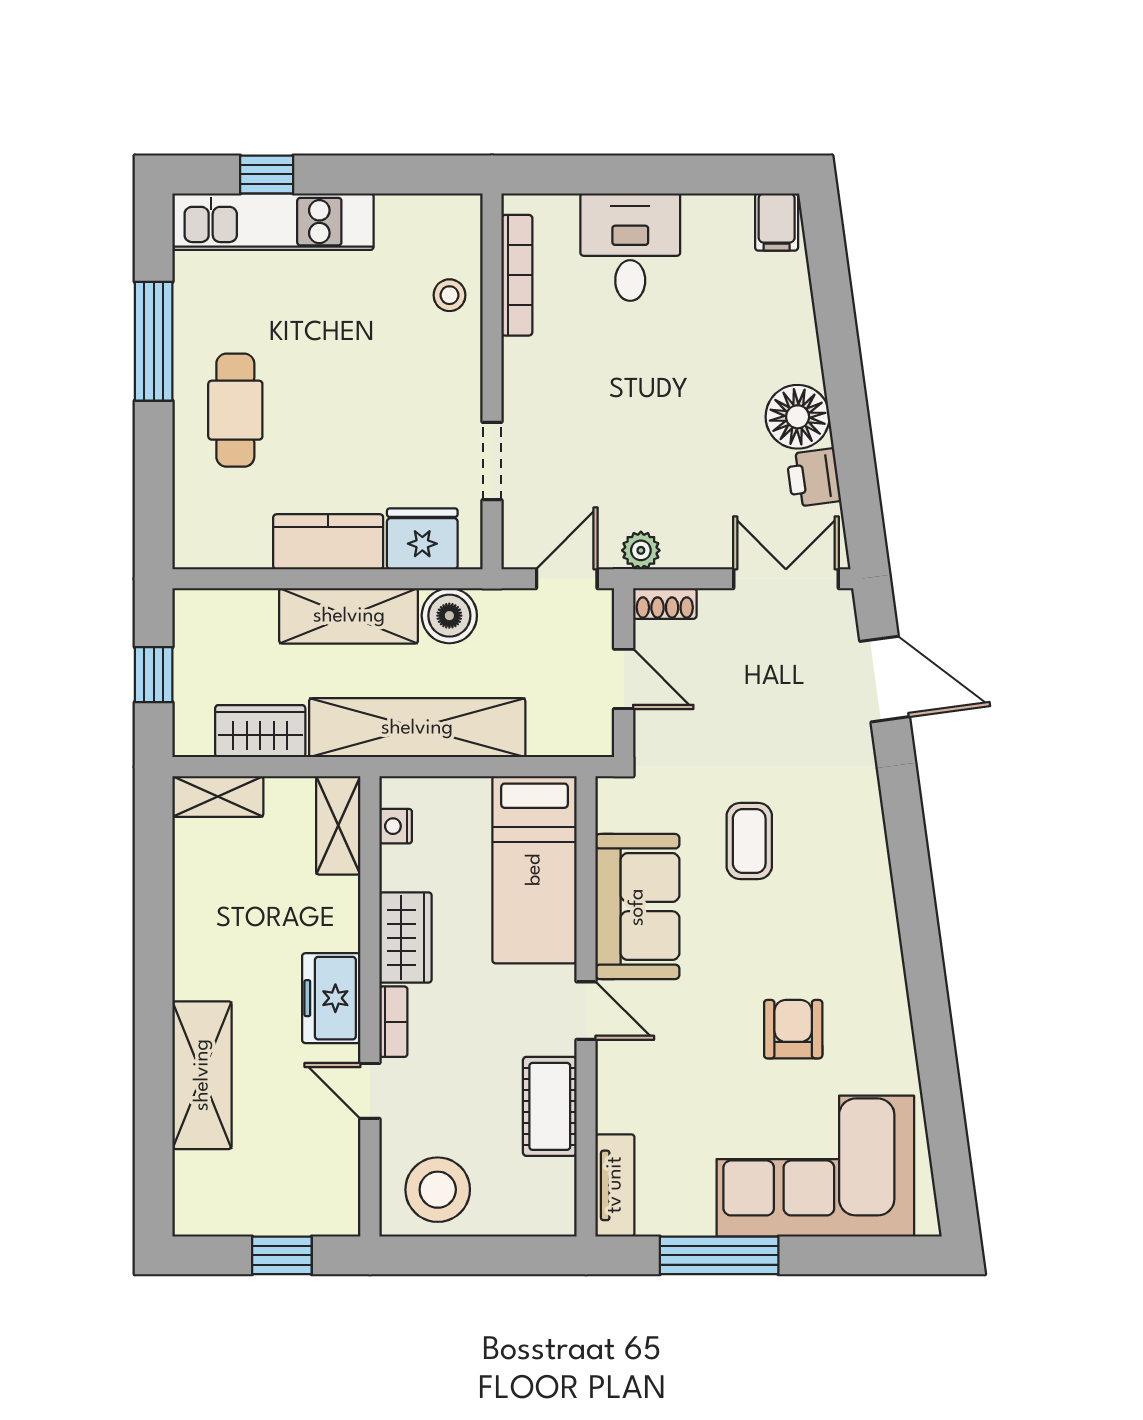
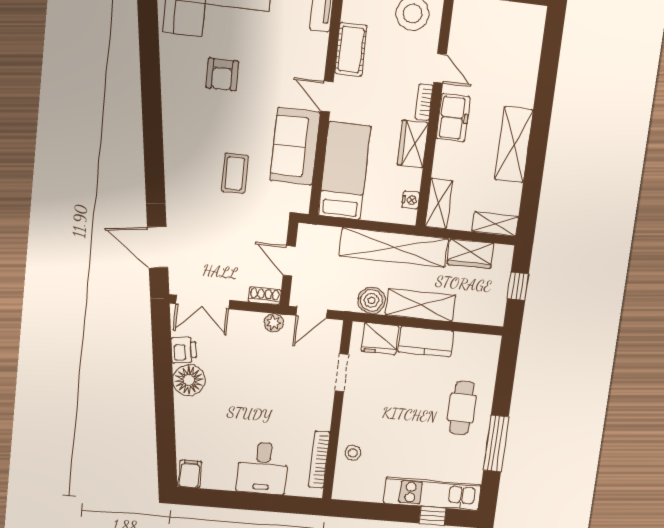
shelving: (202, 1075) -> (514, 145), moved

